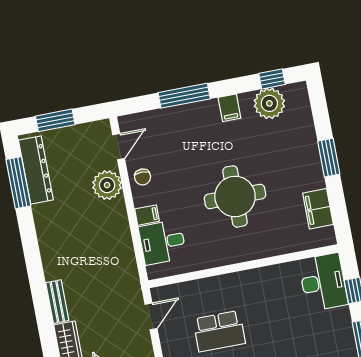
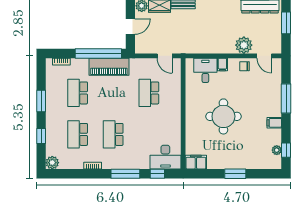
plant: (269, 103) -> (277, 150), width x0.53, depth x0.53
filing cabinet: (318, 209) -> (196, 162), moved

